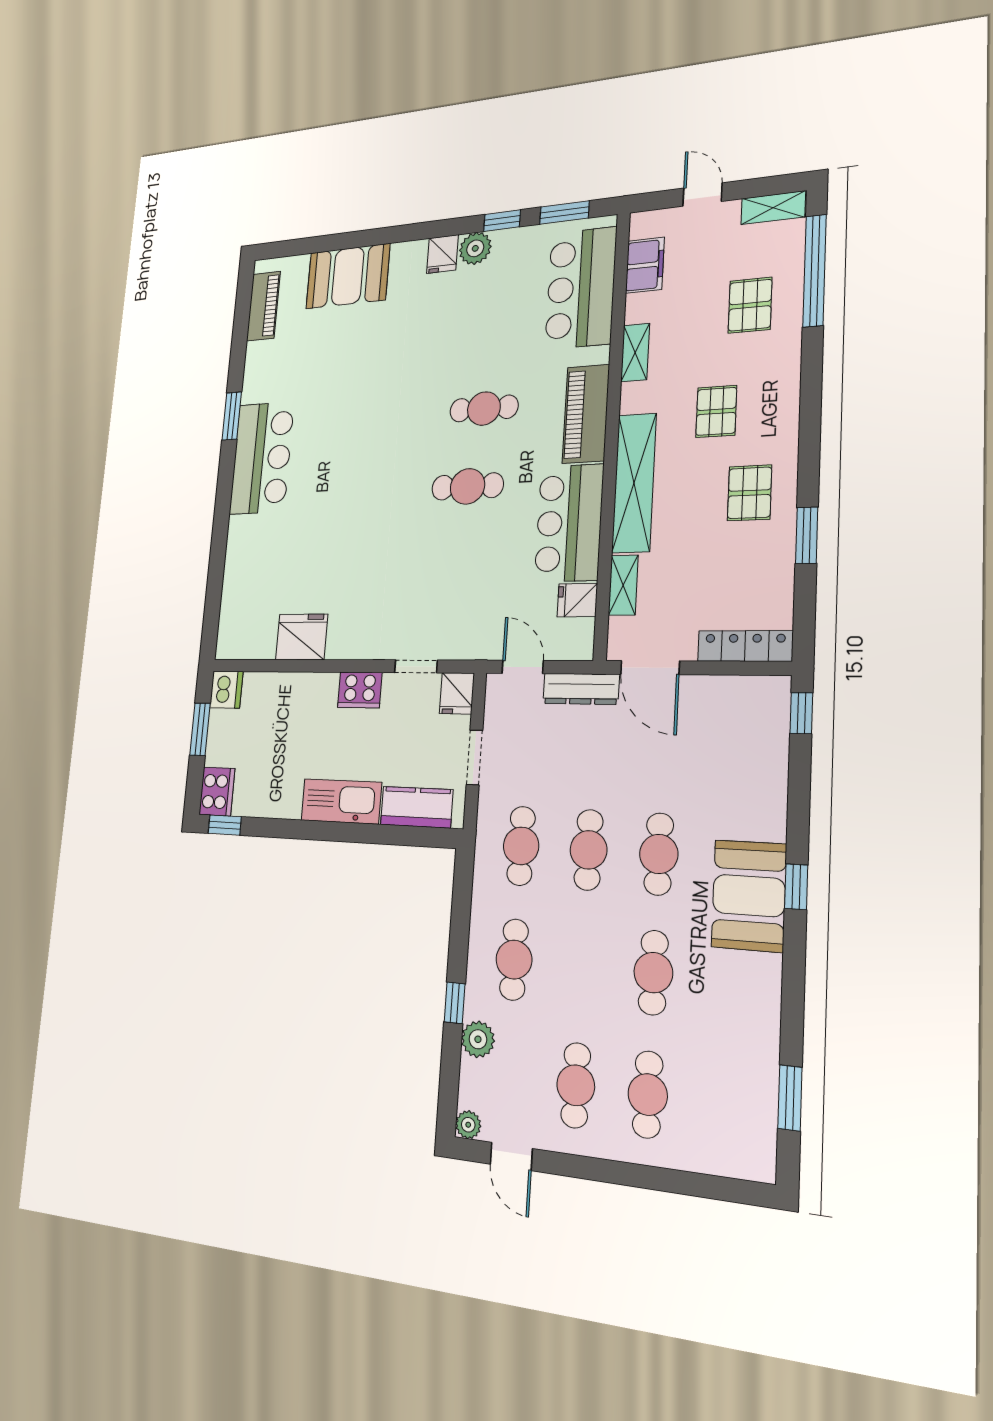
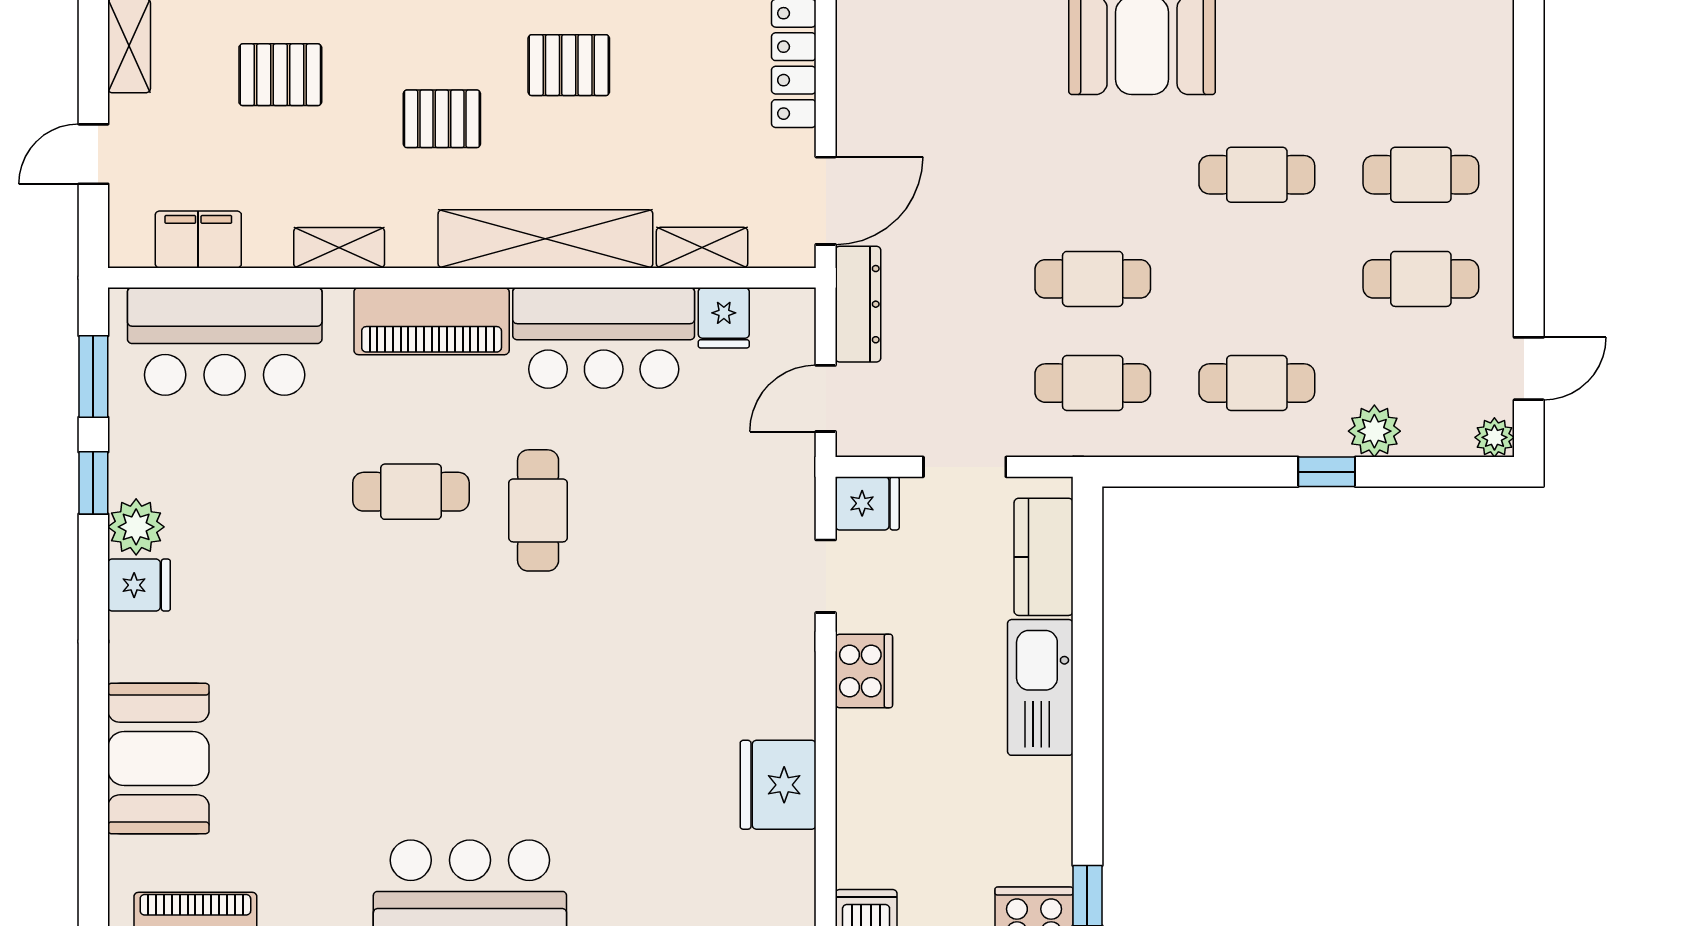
cafe table: (484, 408) -> (411, 492), turned 90
cafe table: (659, 854) -> (1093, 175), removed

